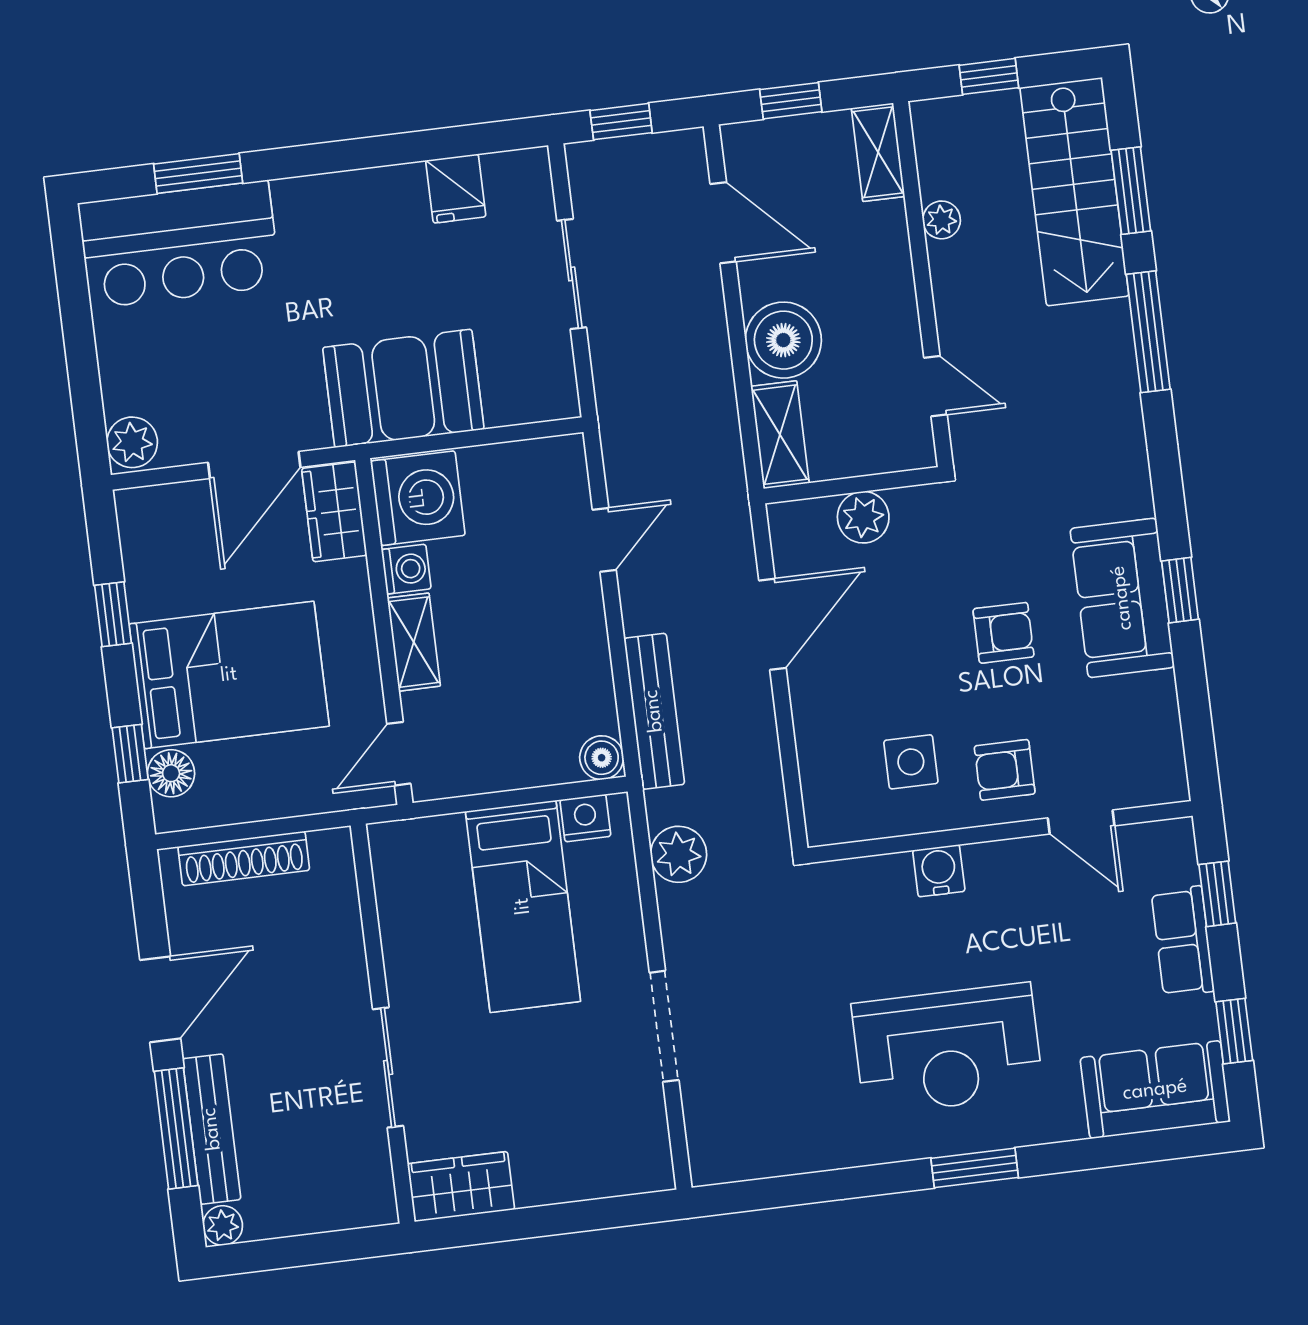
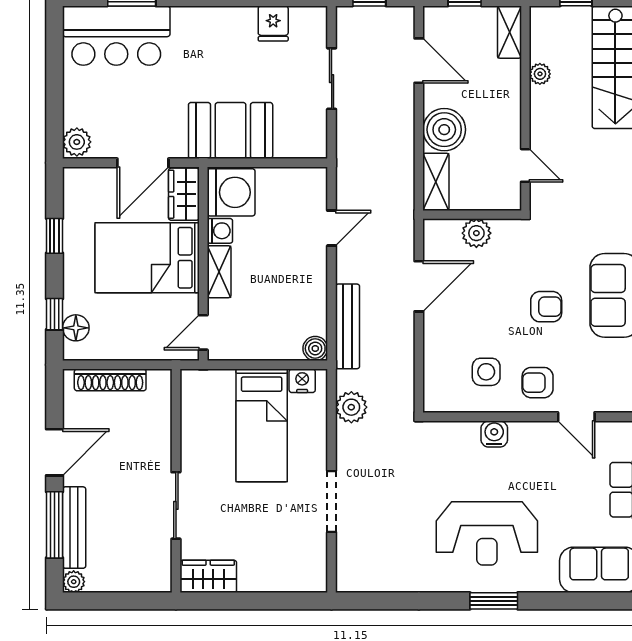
bed: (229, 675) -> (147, 258), moved, turned 180

